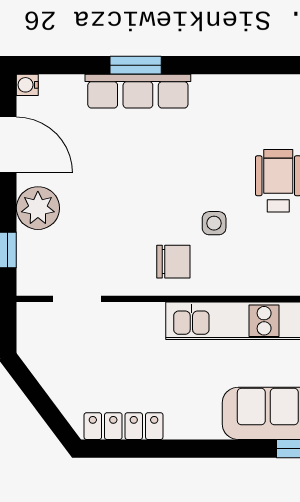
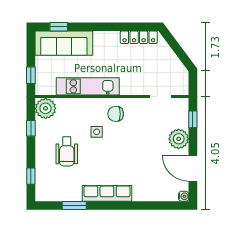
window: (136, 65) -> (74, 205), moved
row of seats: (138, 91) -> (107, 193), moved

